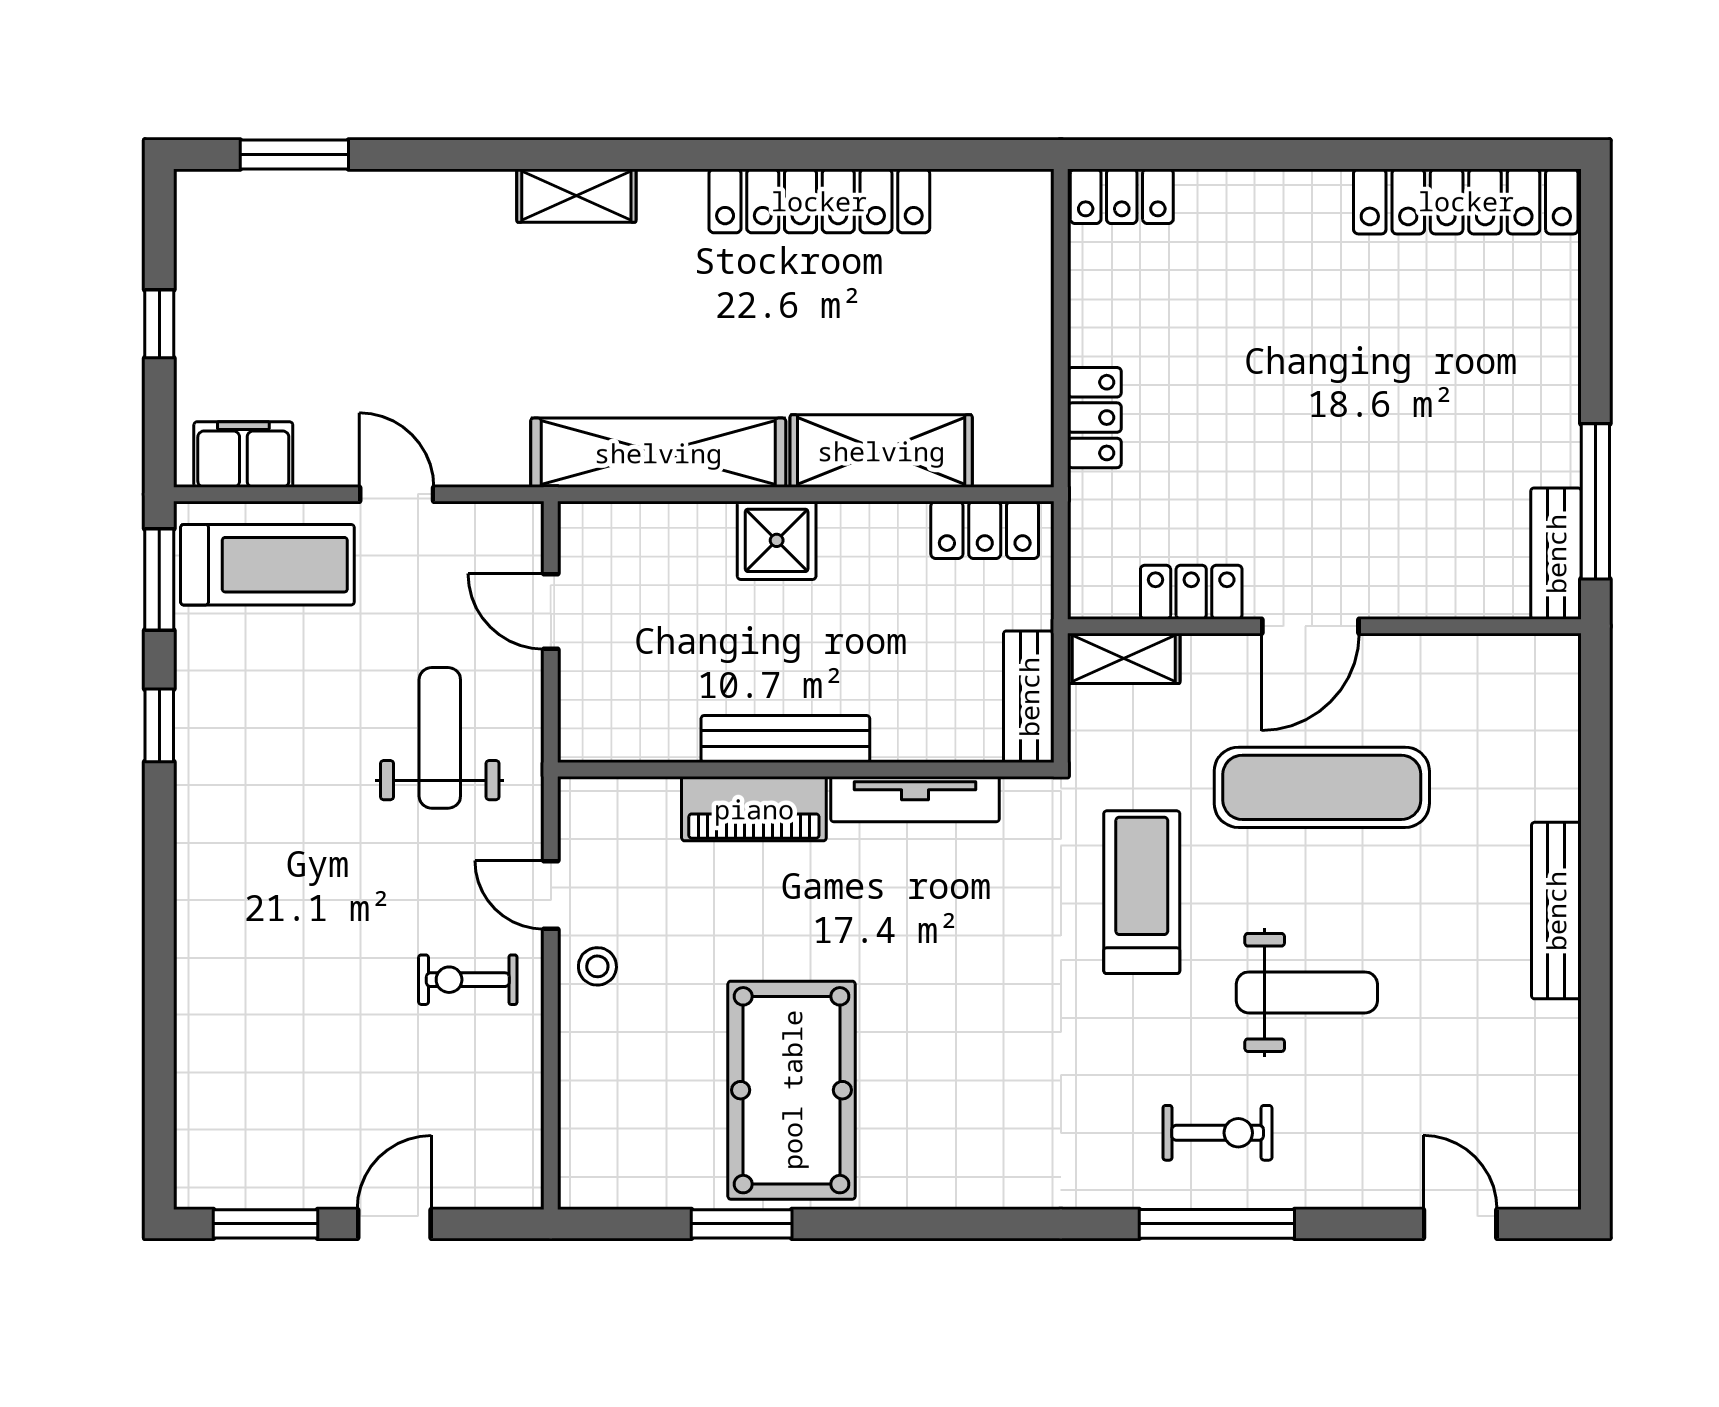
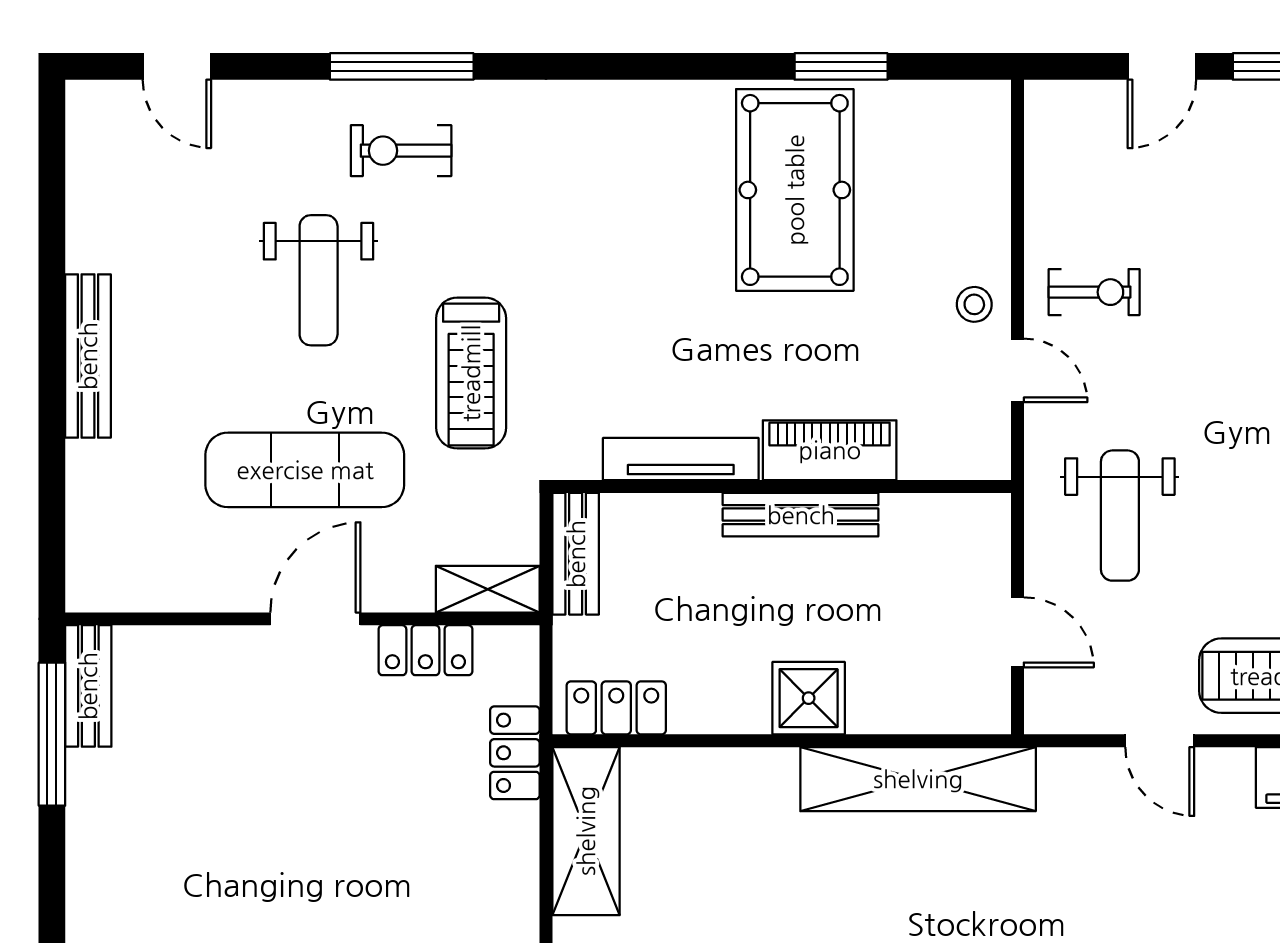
locker: (1094, 418) -> (515, 753), moved
shelving: (881, 451) -> (586, 831), moved, turned 90
weight bench: (1307, 992) -> (319, 280), turned -90

